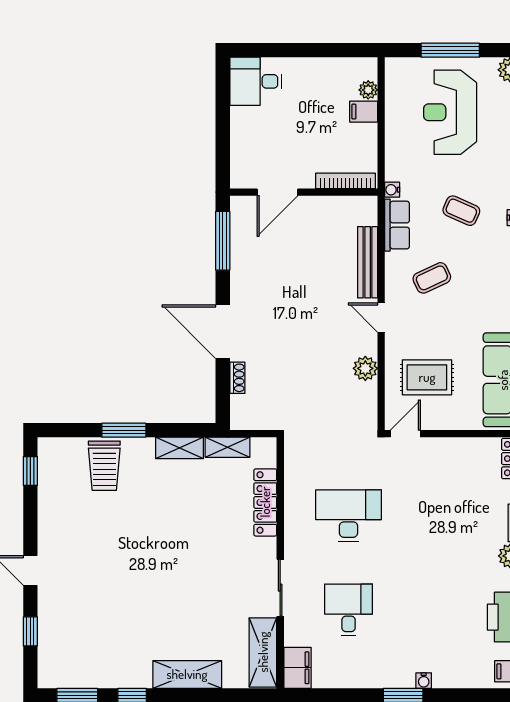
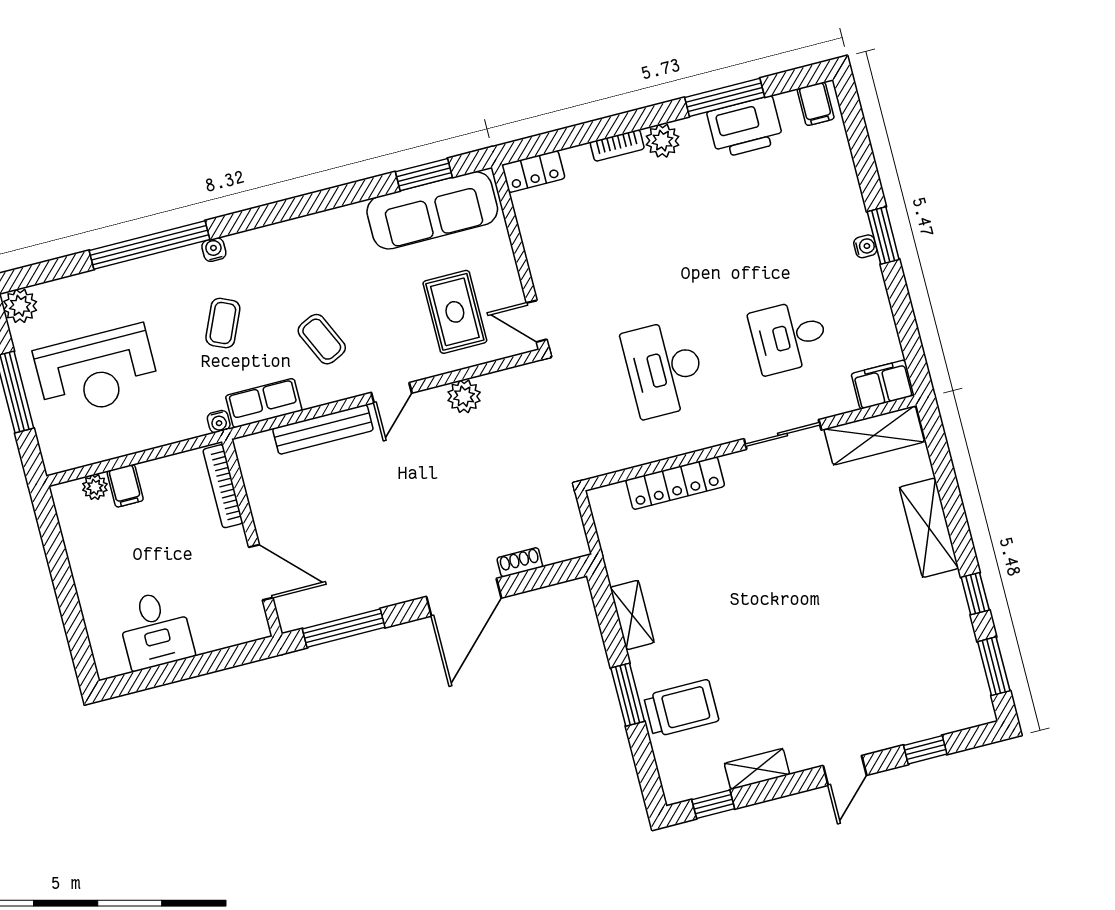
desk: (256, 81) -> (155, 630), moved
shelving: (227, 447) -> (757, 769), moved, turned 90
water cooler: (424, 681) -> (865, 246), moved

